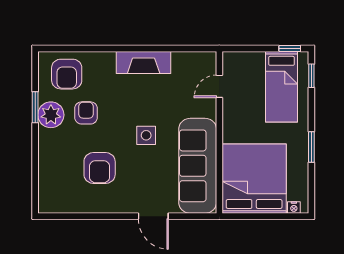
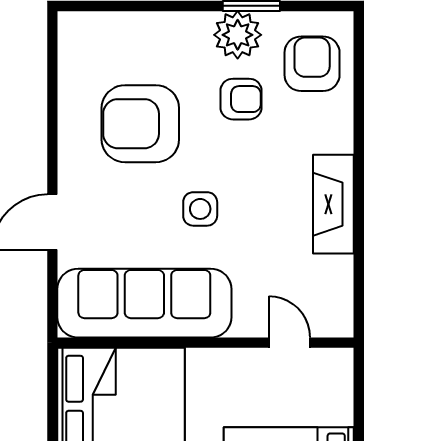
armchair: (67, 74) -> (312, 64), turned 90
armchair: (100, 168) -> (140, 124), width x1.36, depth x1.36

